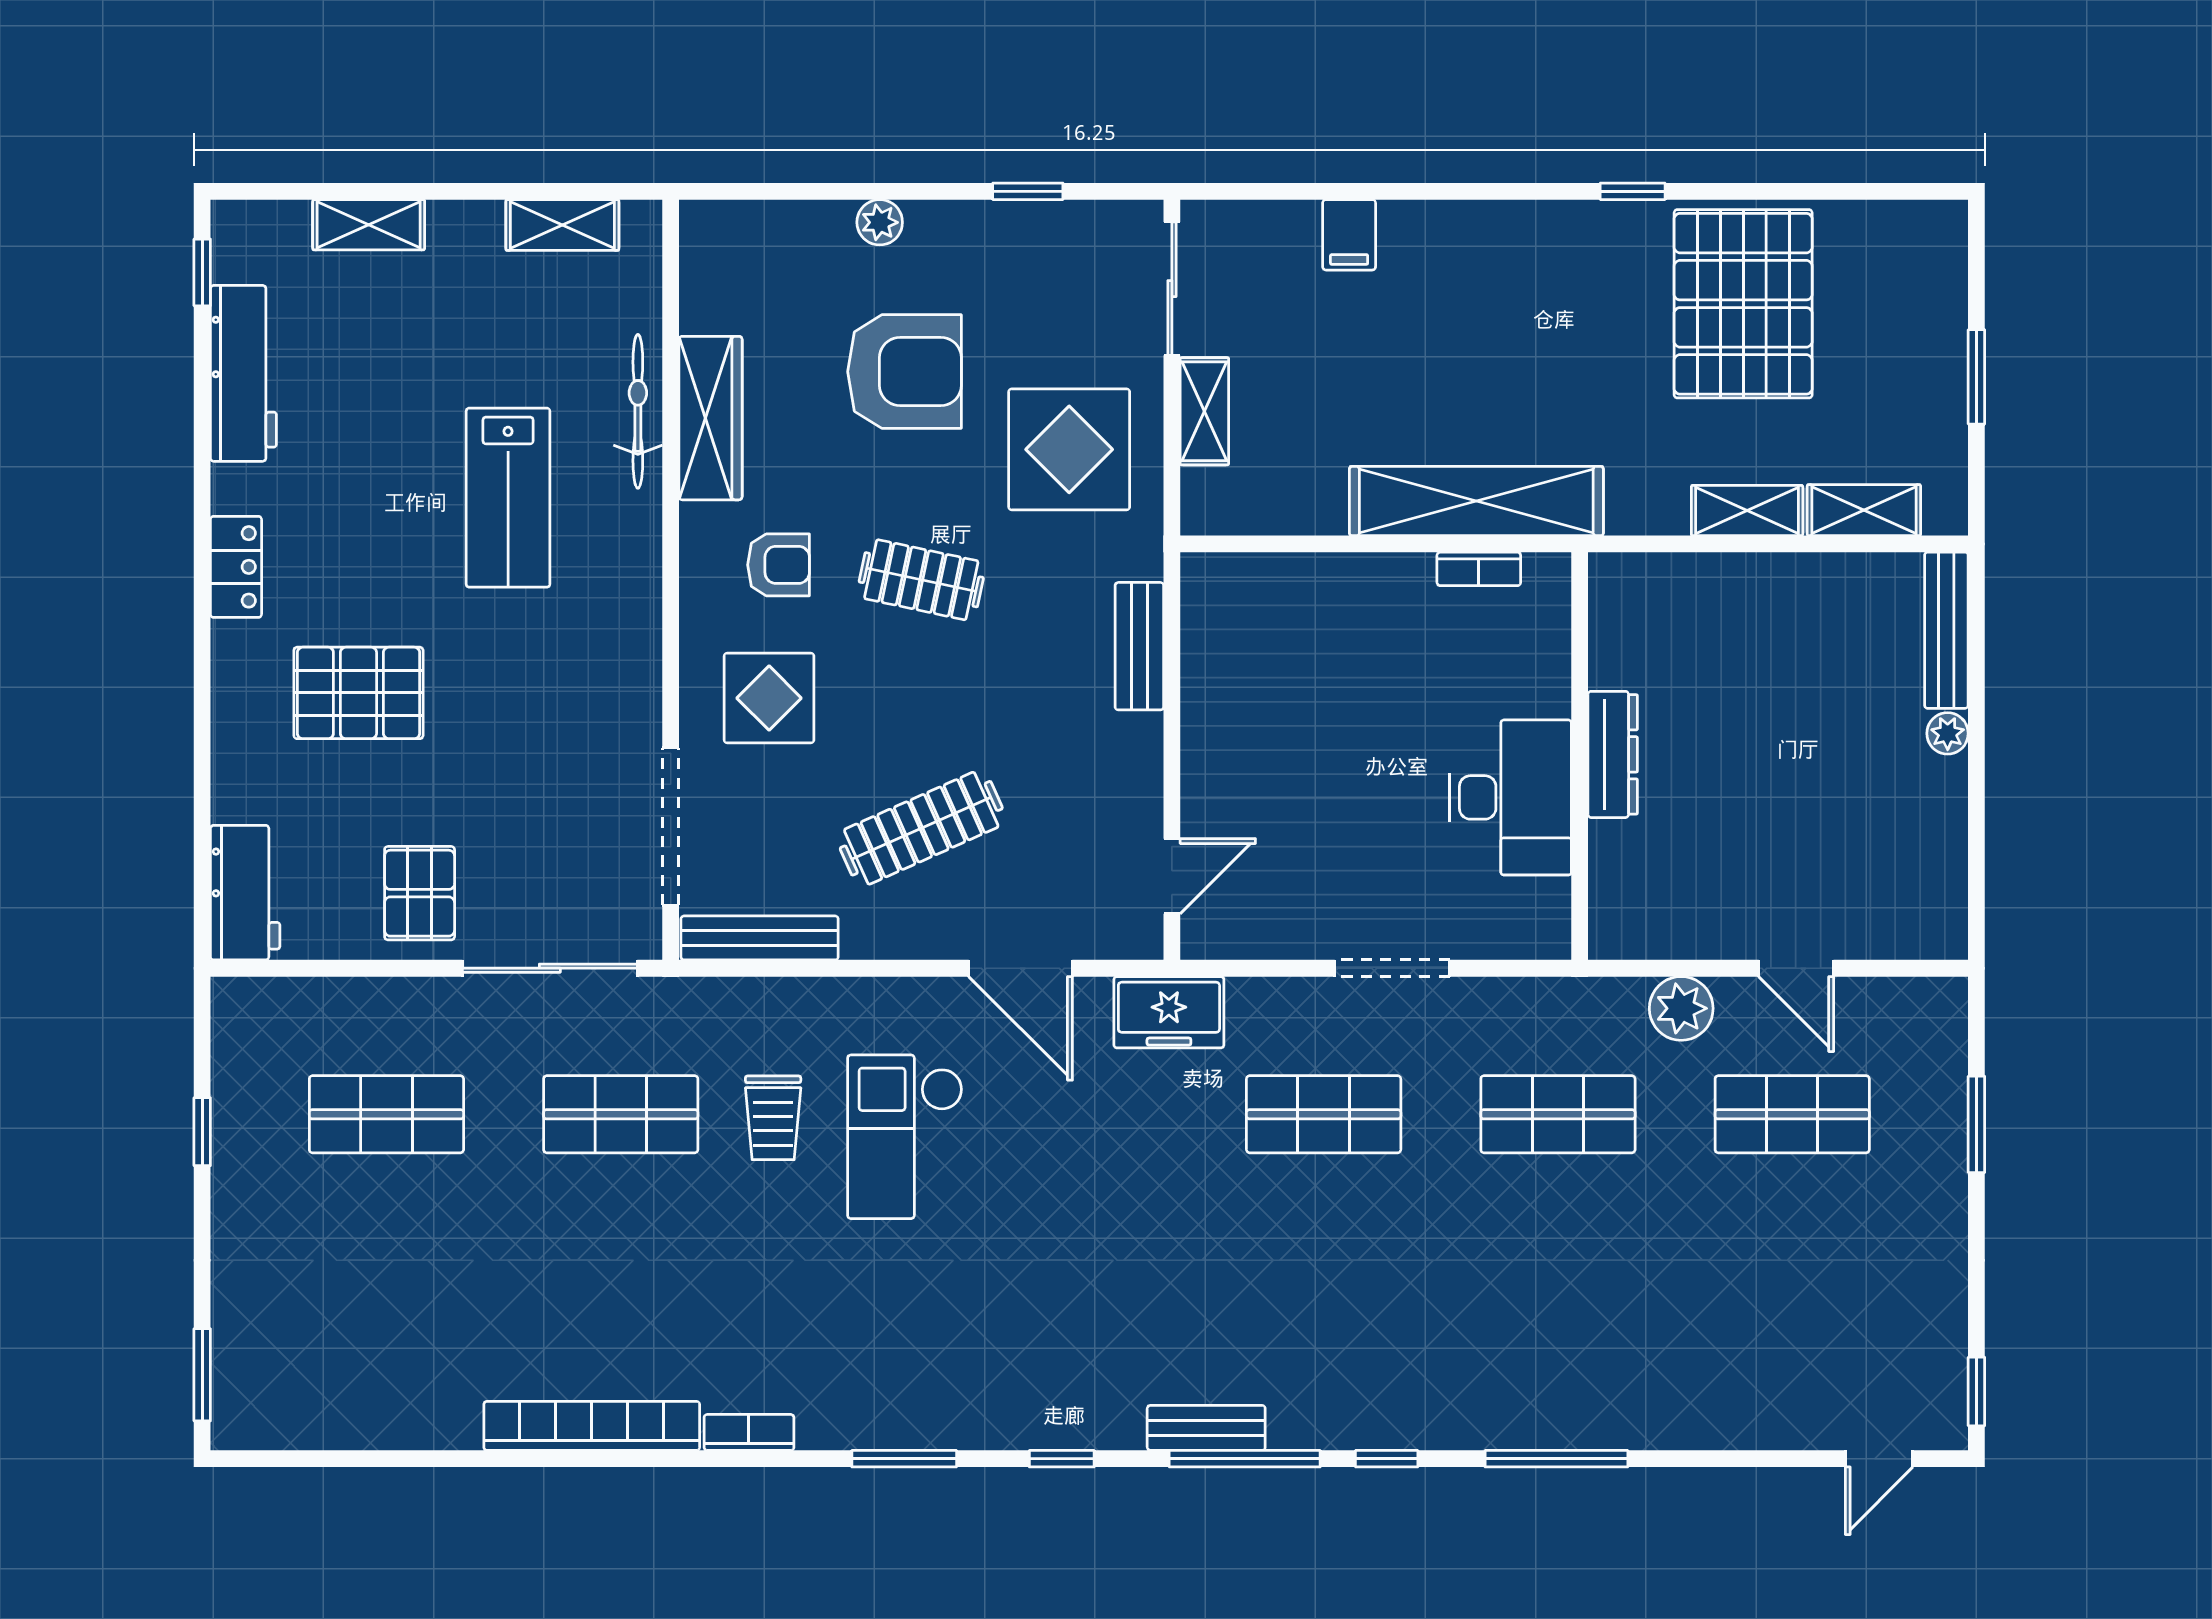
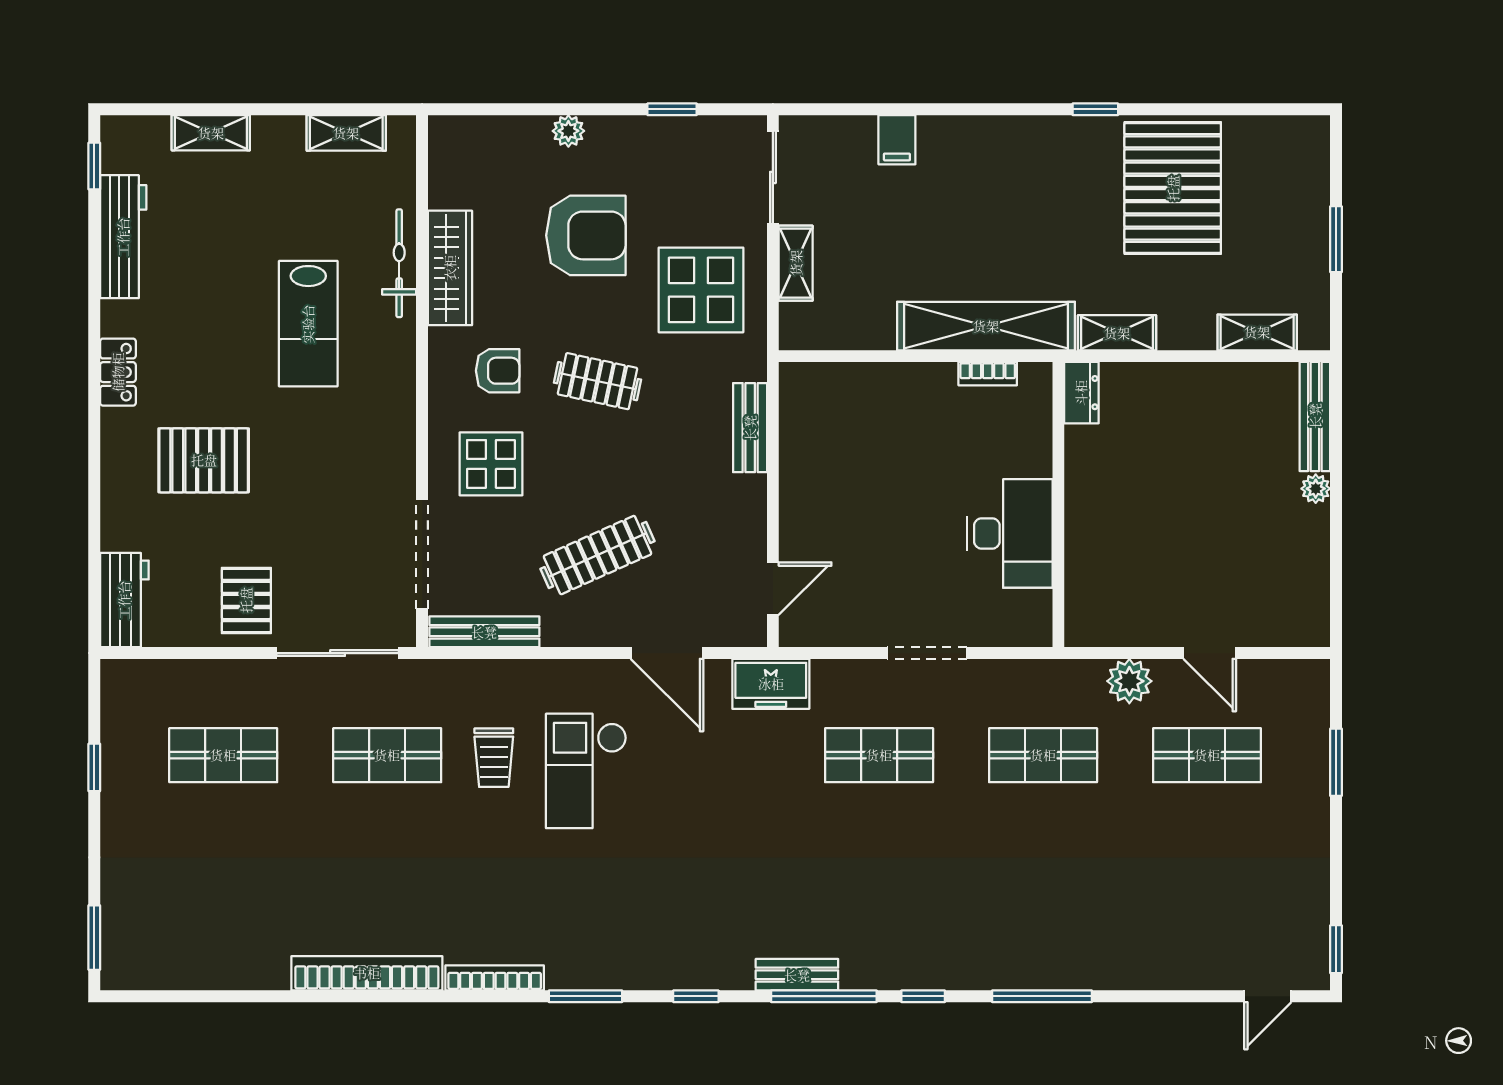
shelving: (1747, 511) -> (1117, 333), moved
dresser: (1613, 754) -> (1081, 393), moved, width x0.70
bookcase: (749, 1432) -> (495, 978), width x1.56

